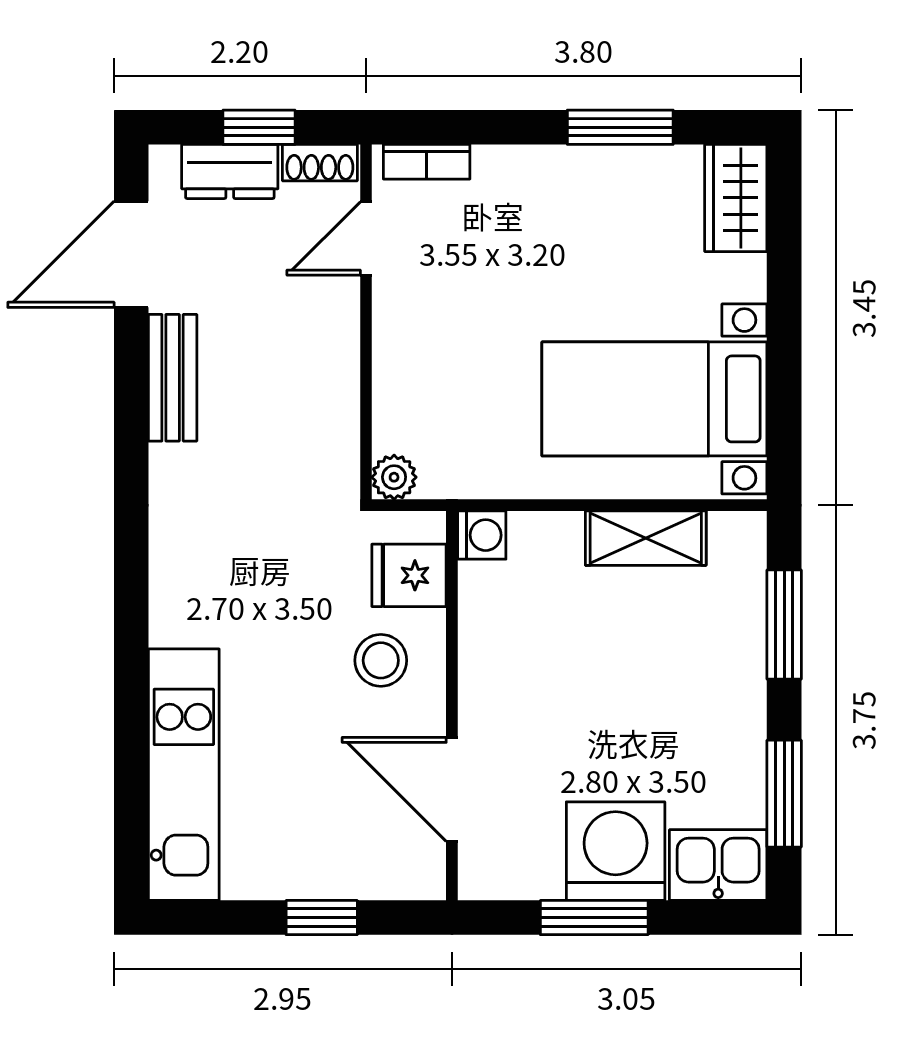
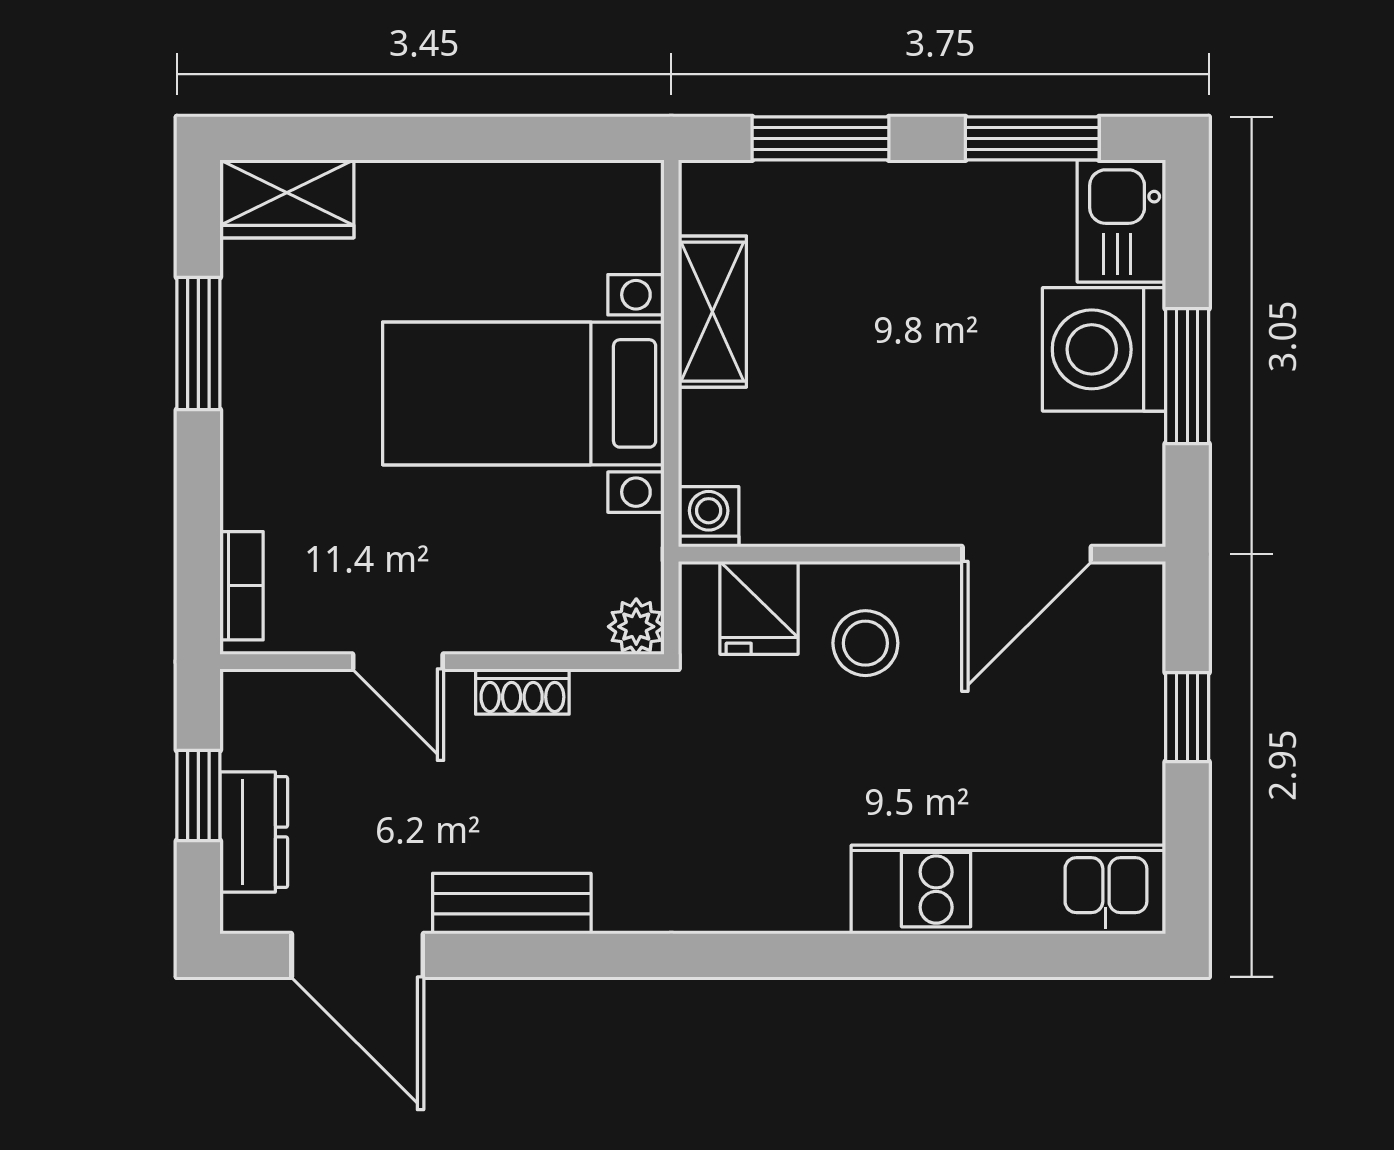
shoe rack: (320, 163) -> (522, 692), moved, turned 90
door: (366, 239) -> (398, 662), moved
bed with nightstands: (654, 399) -> (523, 393), moved, turned 90

